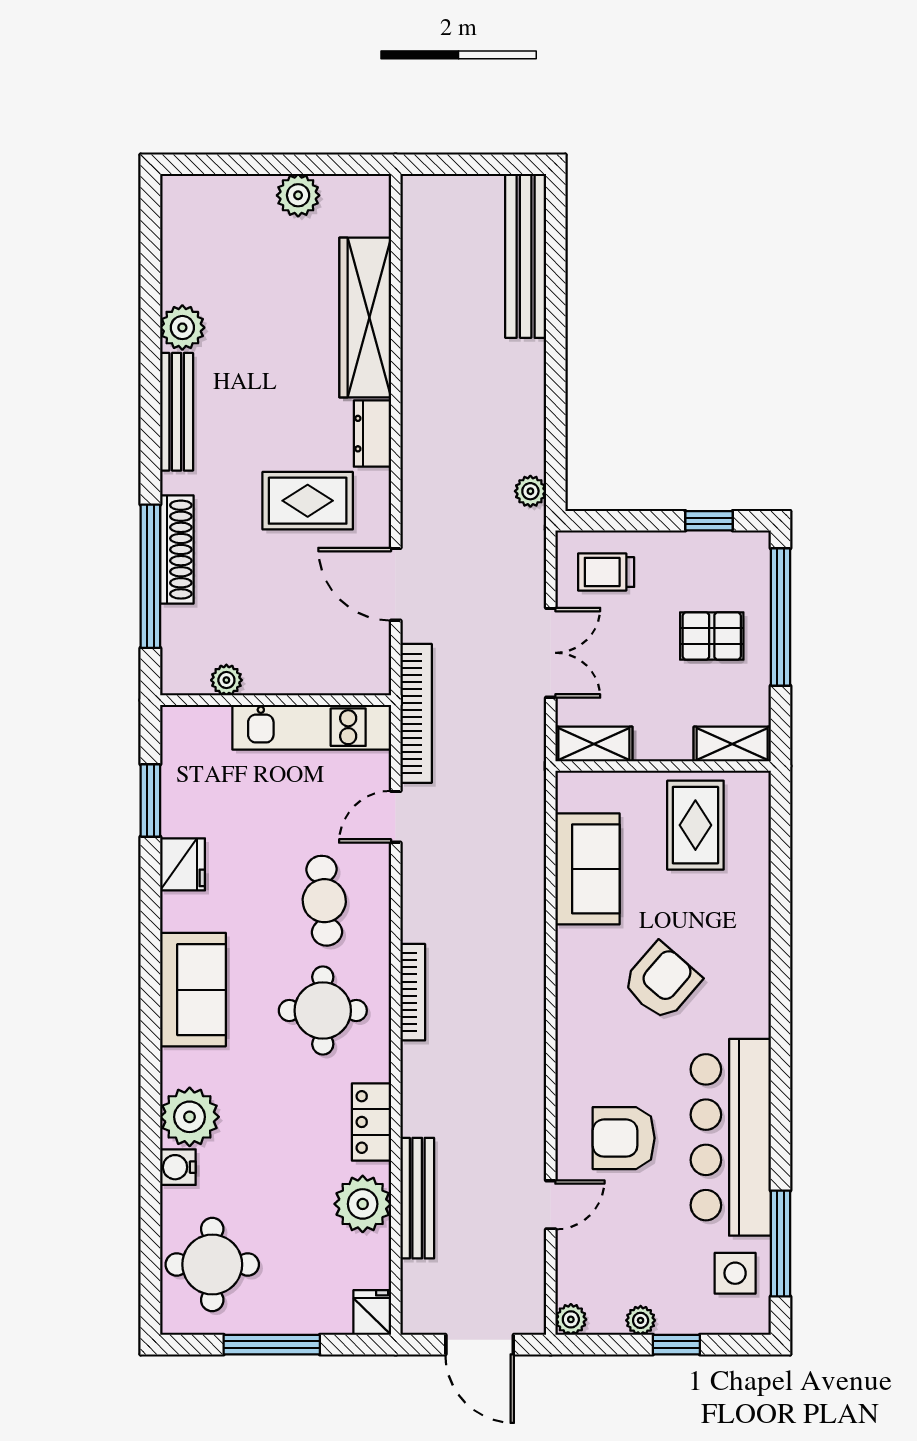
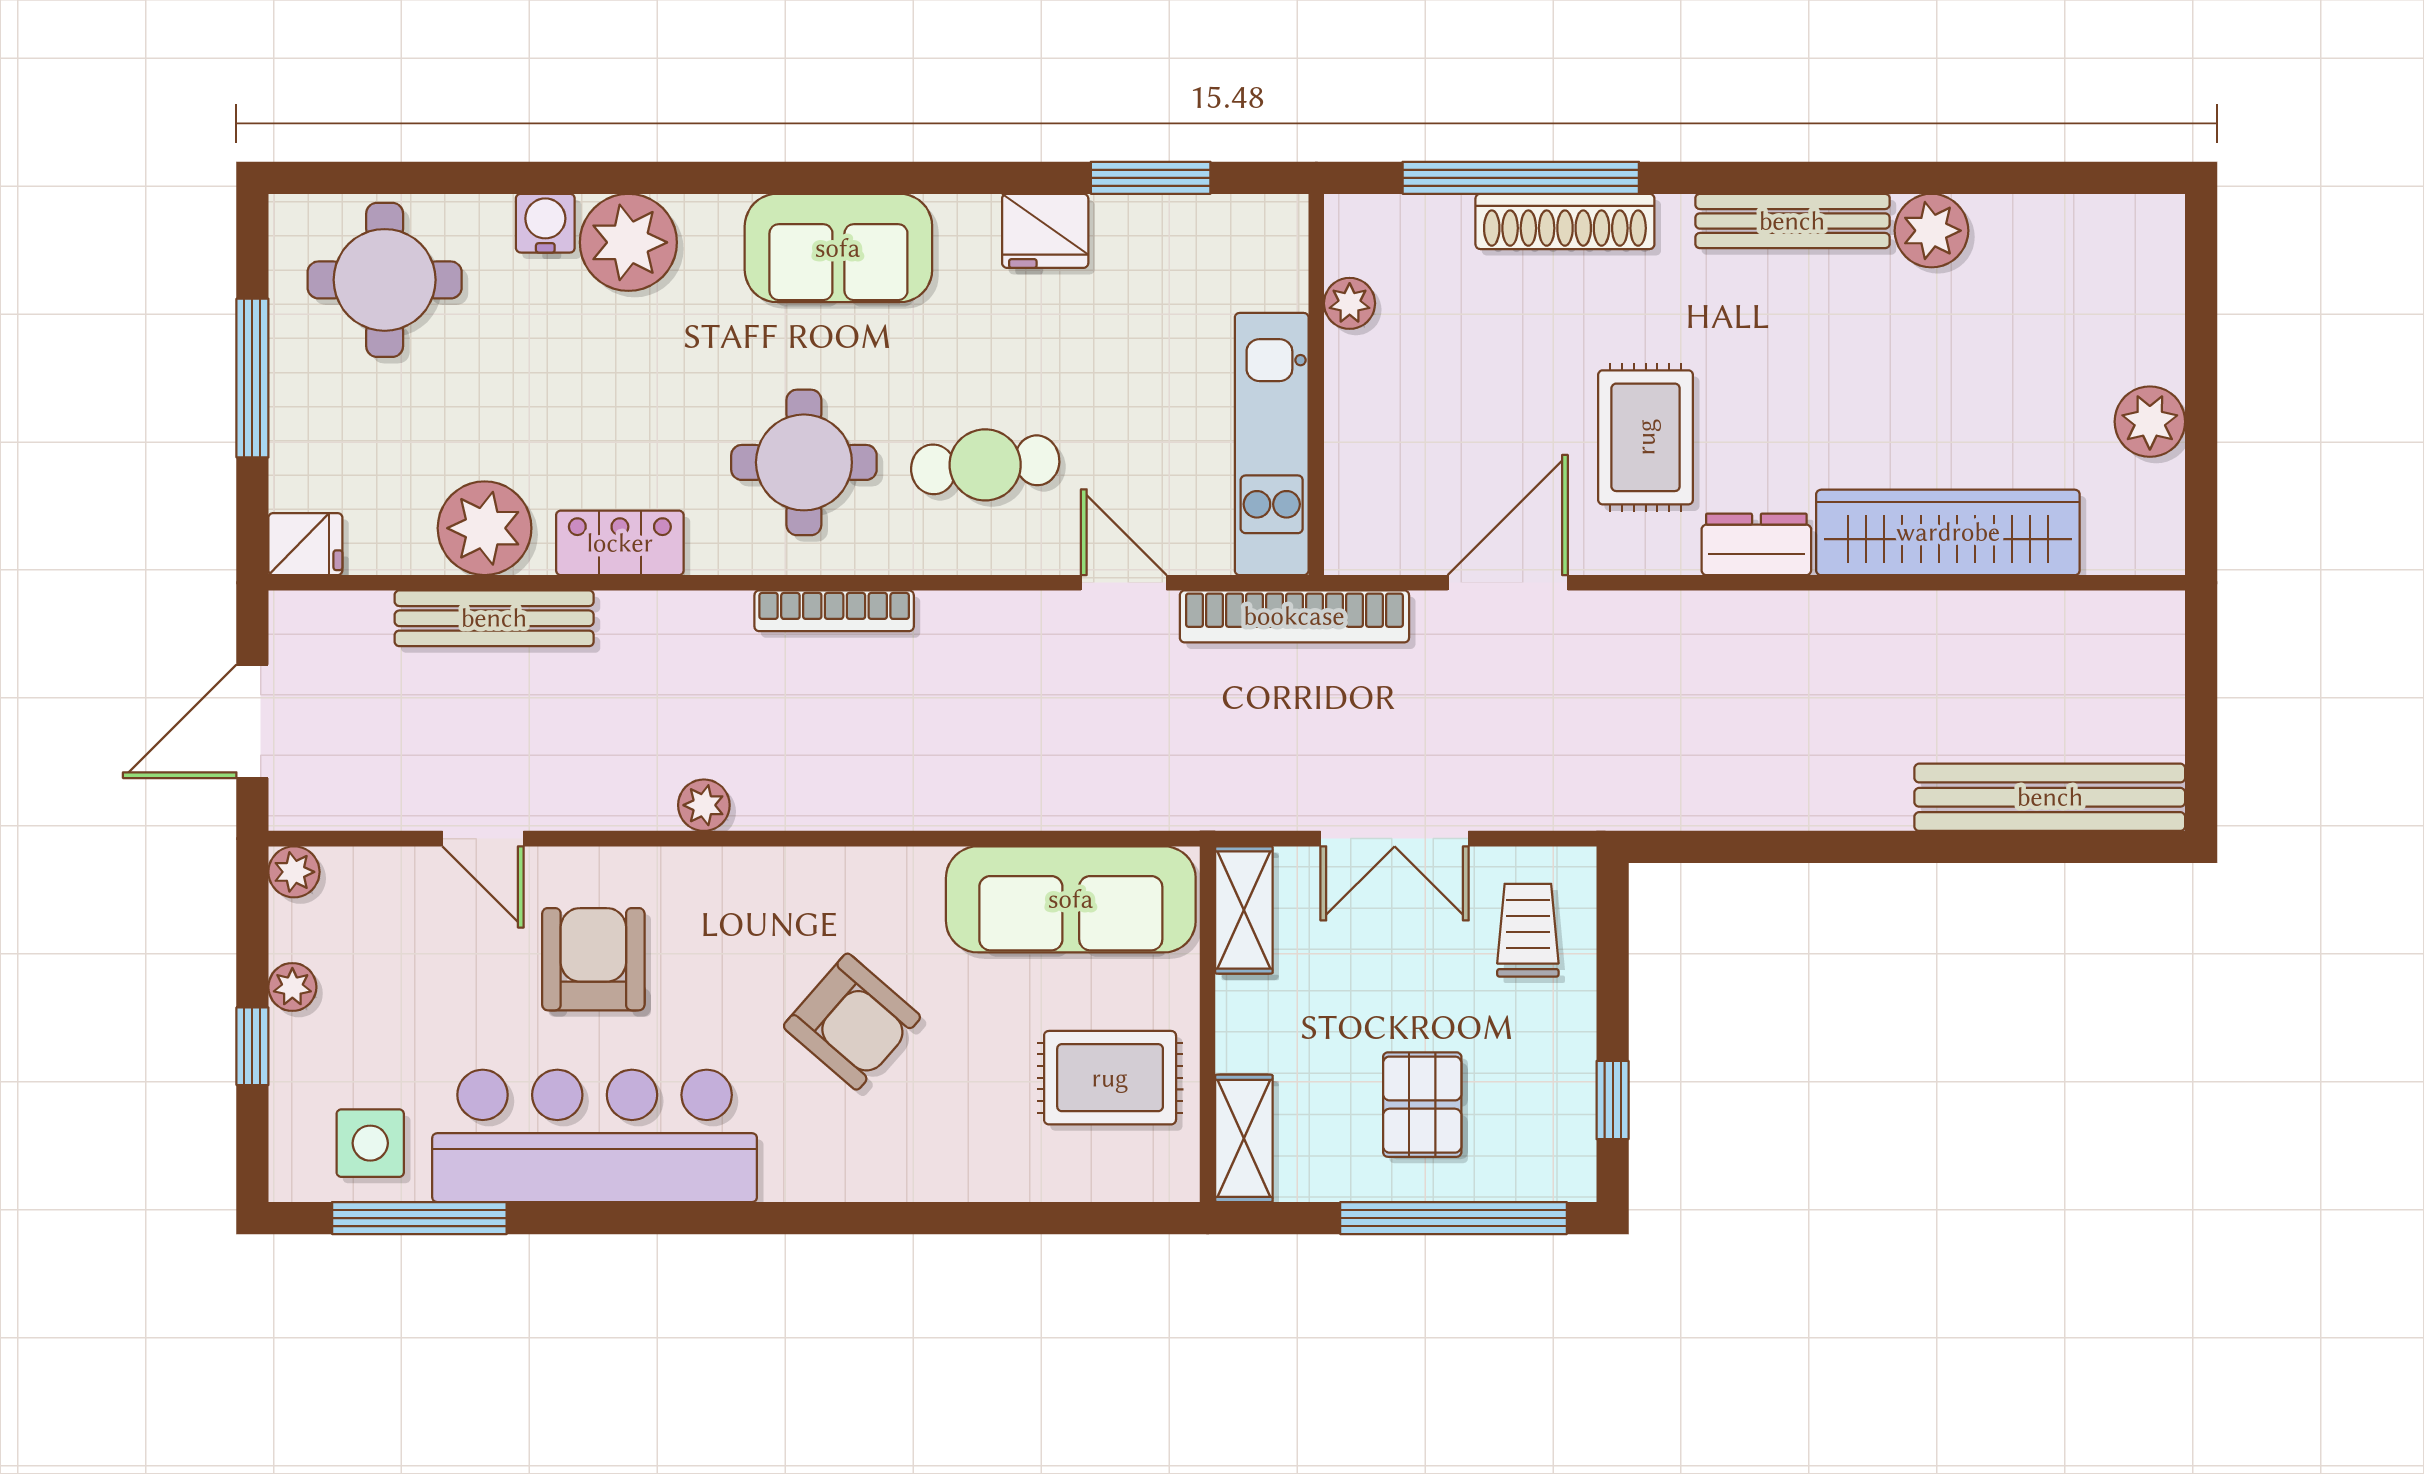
plant: (530, 491) -> (704, 805), moved
sofa: (587, 869) -> (1071, 899), width x1.36

